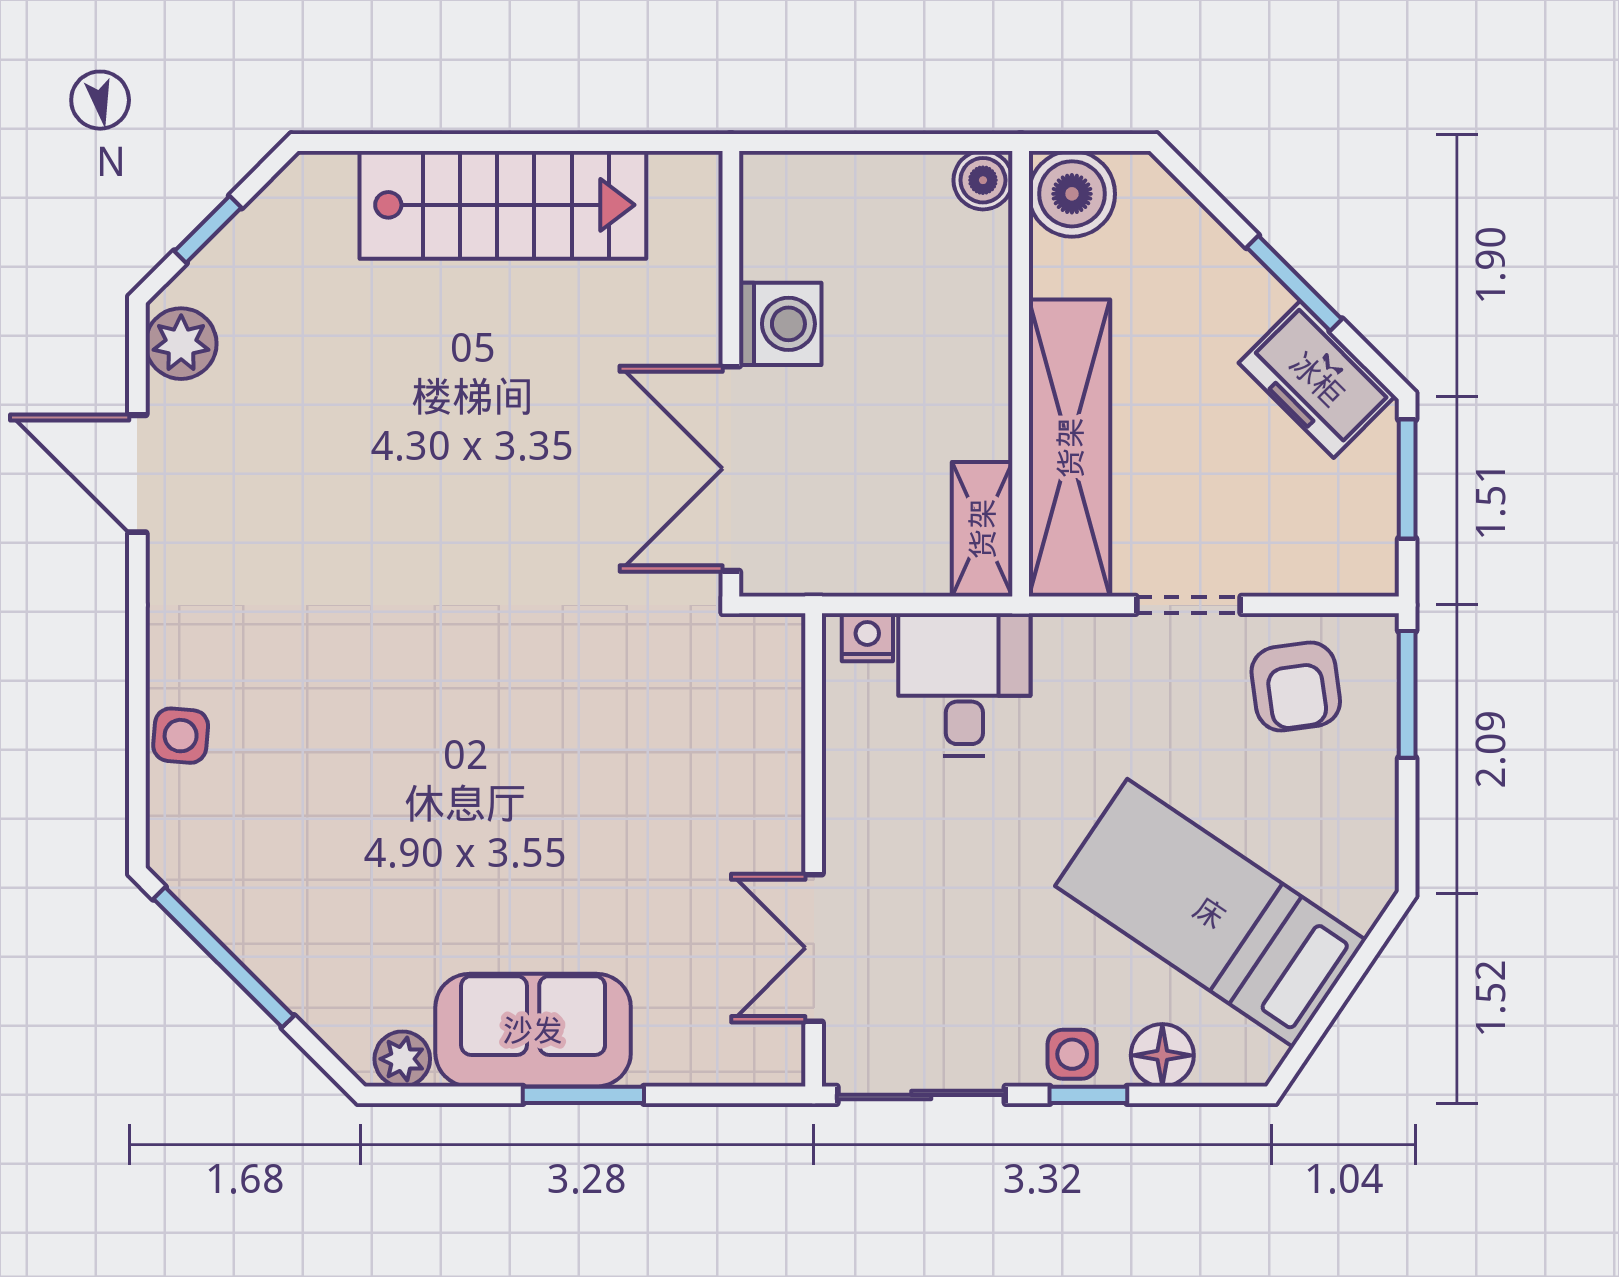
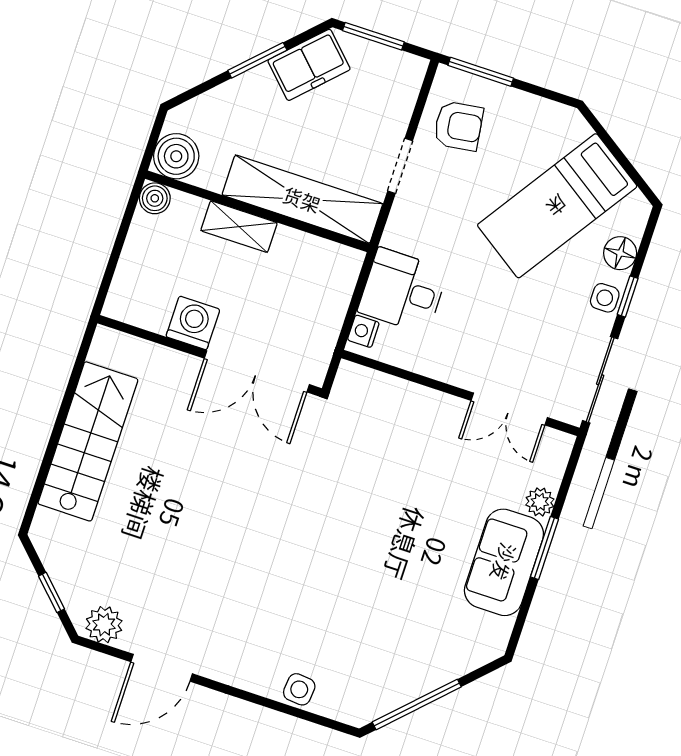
shelving: (982, 529) -> (239, 227), moved
plant: (402, 1059) -> (540, 502), moved

